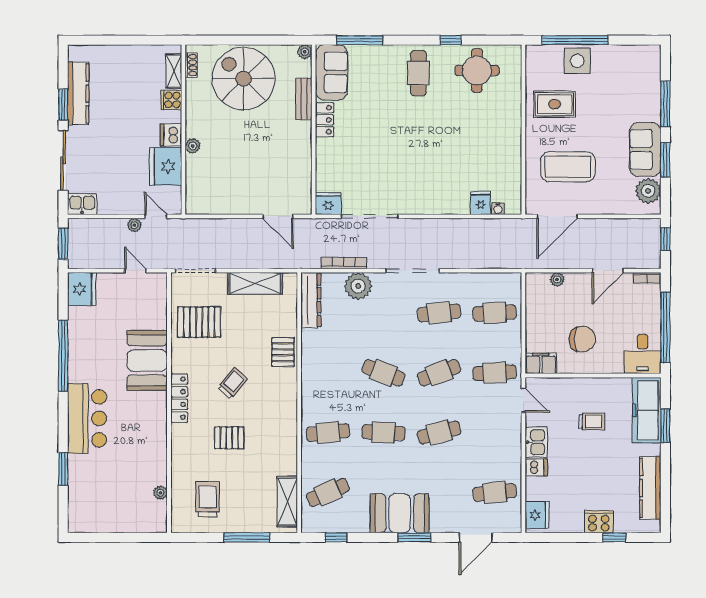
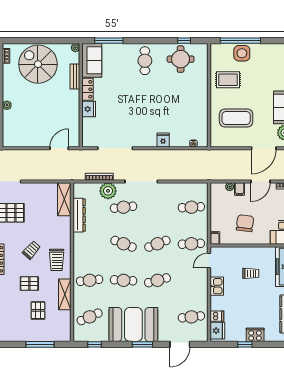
window: (451, 40) -> (184, 41), moved
fridge: (481, 203) -> (163, 140), moved
fridge: (328, 204) -> (89, 109), moved, turned 90
door: (278, 216) -> (59, 148), swing flipped
door: (557, 216) -> (264, 148), moved
shelving: (255, 283) -> (64, 199), moved, turned 90
filing cabinet: (573, 283) -> (240, 189), added
dresser: (311, 300) -> (79, 215), moved
cafe table: (439, 313) -> (124, 207), moved
chair: (582, 339) -> (245, 223), turned -83
pallet: (283, 352) -> (38, 310), moved
filing cabinet: (541, 363) -> (215, 238), width x0.50
door: (523, 400) -> (209, 261), swing flipped
dishwasher: (536, 467) -> (217, 316), moved
trolley: (208, 499) -> (57, 260), moved, turned 180
shelving: (287, 502) -> (65, 294), moved
booth: (400, 513) -> (133, 324), width x1.36, depth x1.42
window: (614, 537) -> (245, 344), moved

